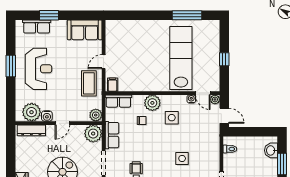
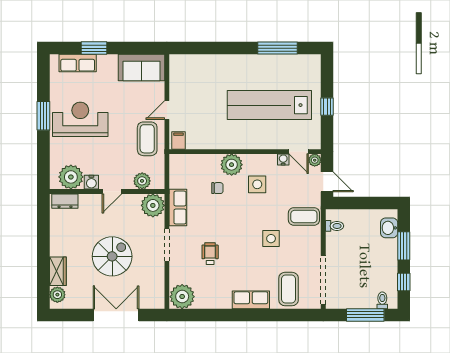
lab bench: (181, 58) -> (269, 105), turned -90
reception desk: (39, 69) -> (80, 119), turned -90
row of seats: (118, 101) -> (186, 162), removed
plant: (96, 115) -> (142, 181), moved
dresser: (31, 130) -> (65, 201), width x0.70
coffee table: (207, 142) -> (304, 216), added

